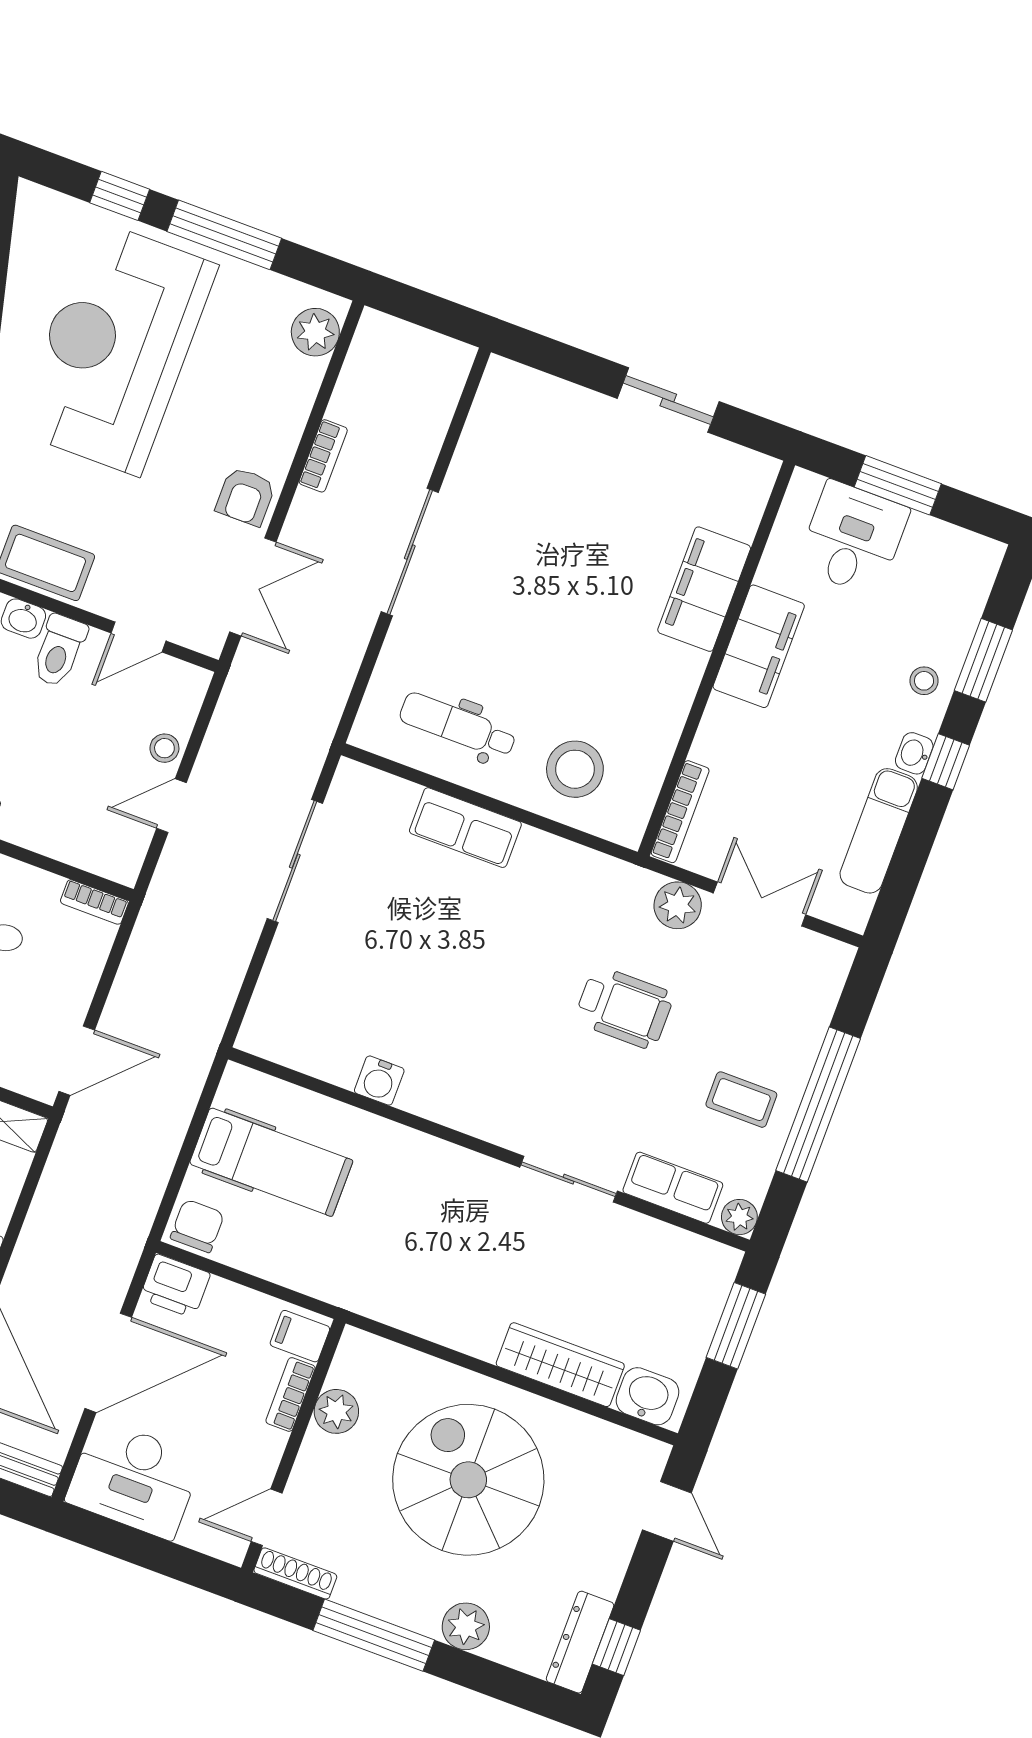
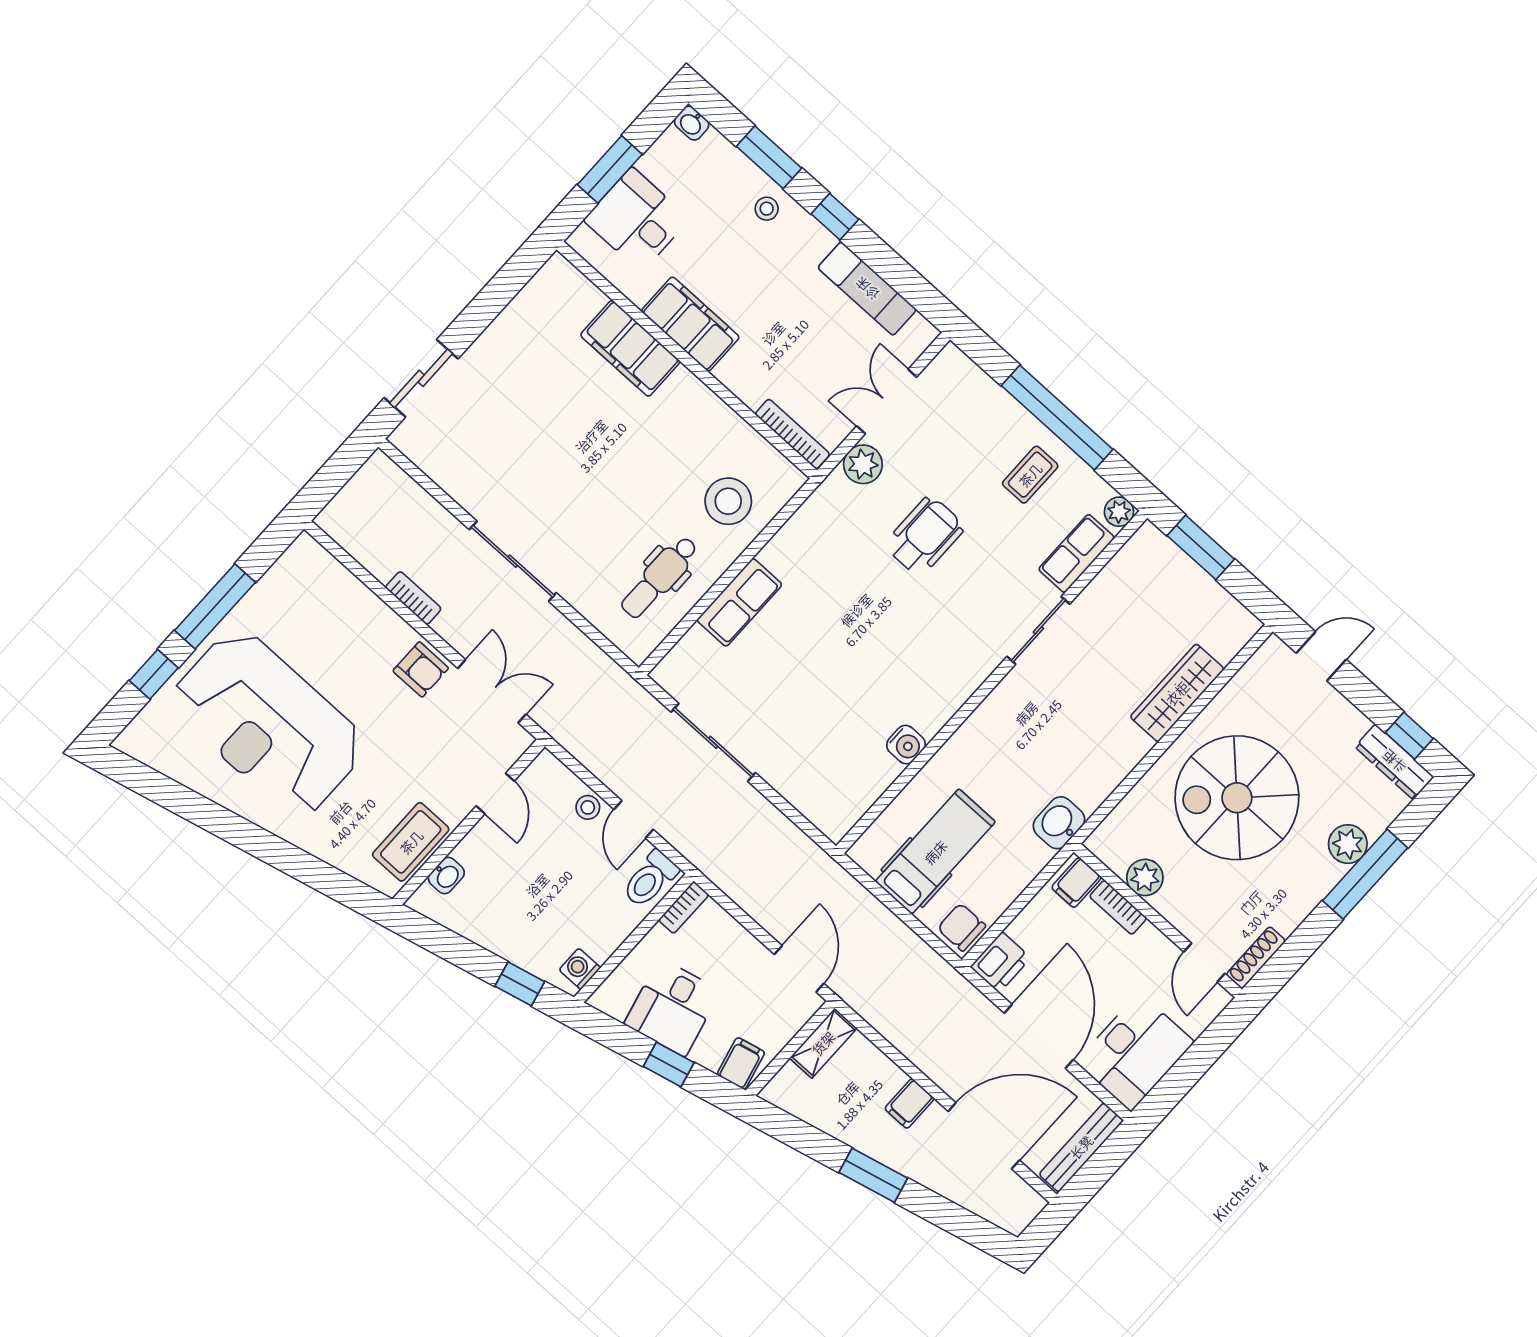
plant: (315, 332) -> (317, 566), removed
sliding door: (668, 400) -> (421, 378), moved
toilet: (59, 651) -> (650, 879), moved, turned 90
washbasin: (914, 753) -> (692, 123), moved
washbasin: (647, 1396) -> (1059, 823), moved
window: (374, 1635) -> (1365, 874), moved

